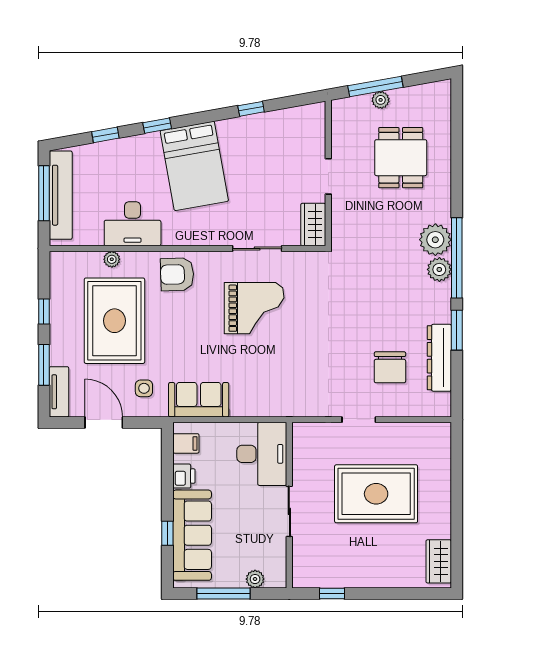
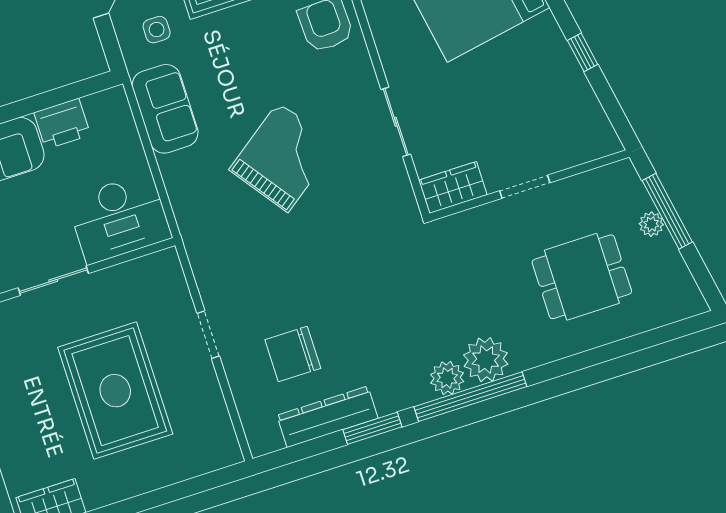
grand piano: (254, 308) -> (283, 157), moved, turned -126
filing cabinet: (186, 443) -> (100, 111), removed
printer: (184, 476) -> (62, 124), width x1.36, depth x1.24

